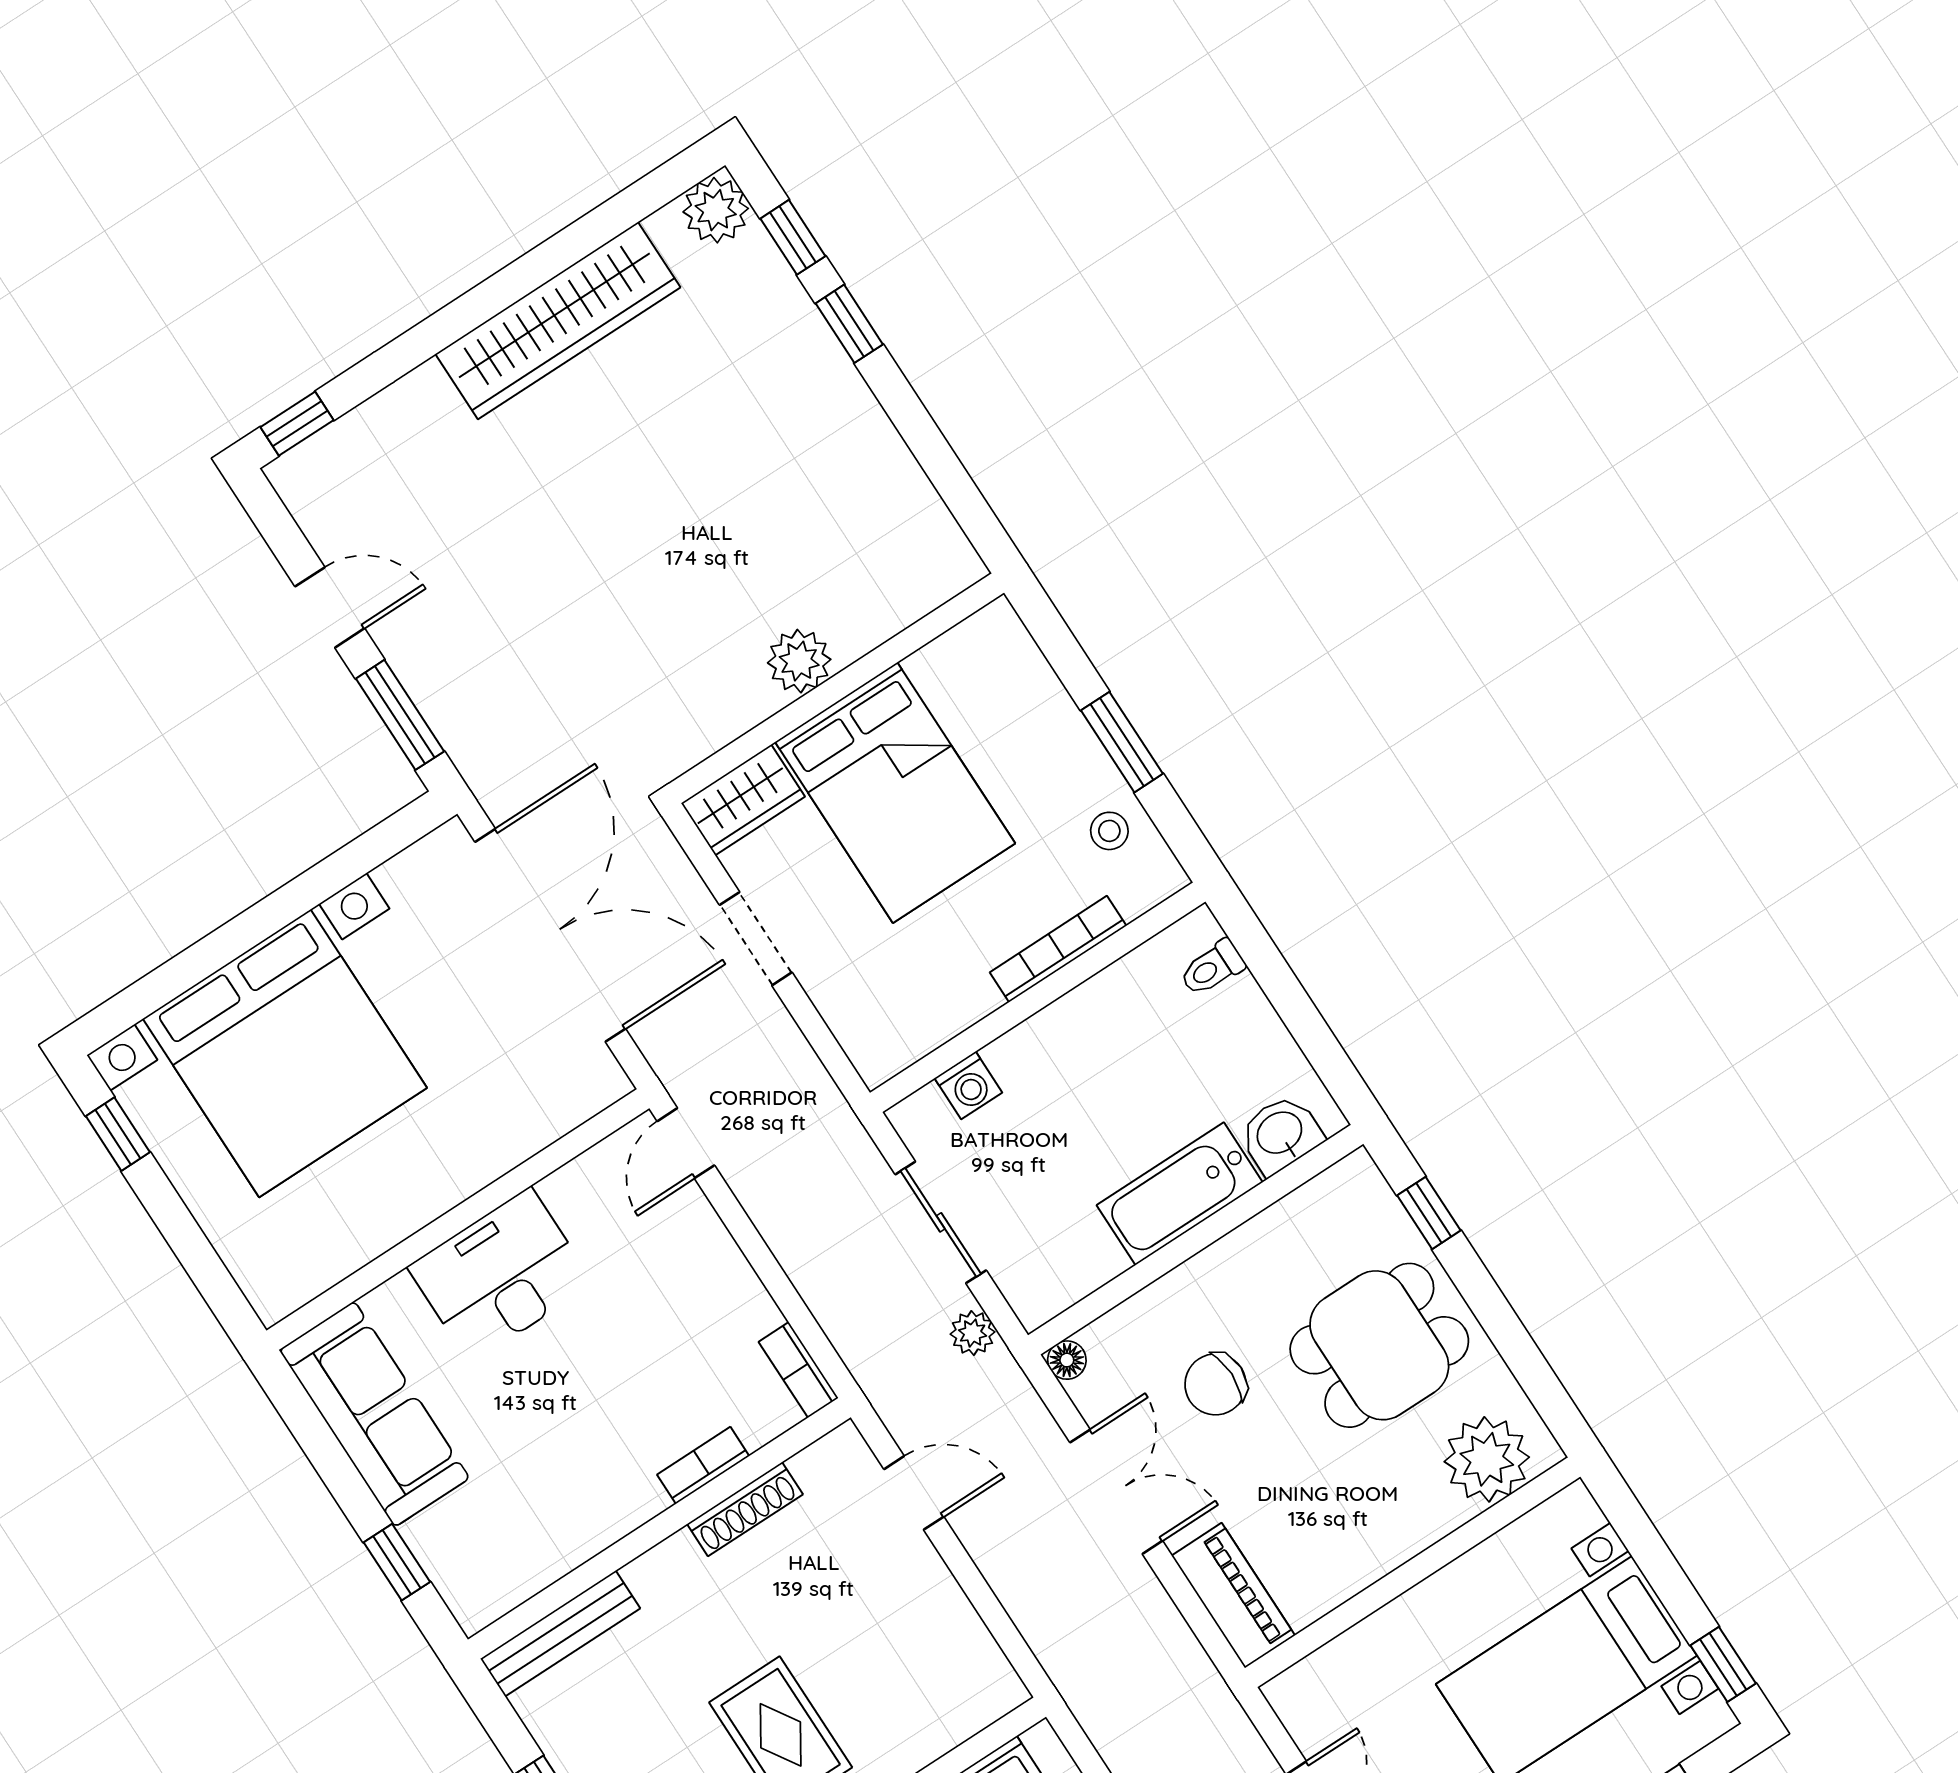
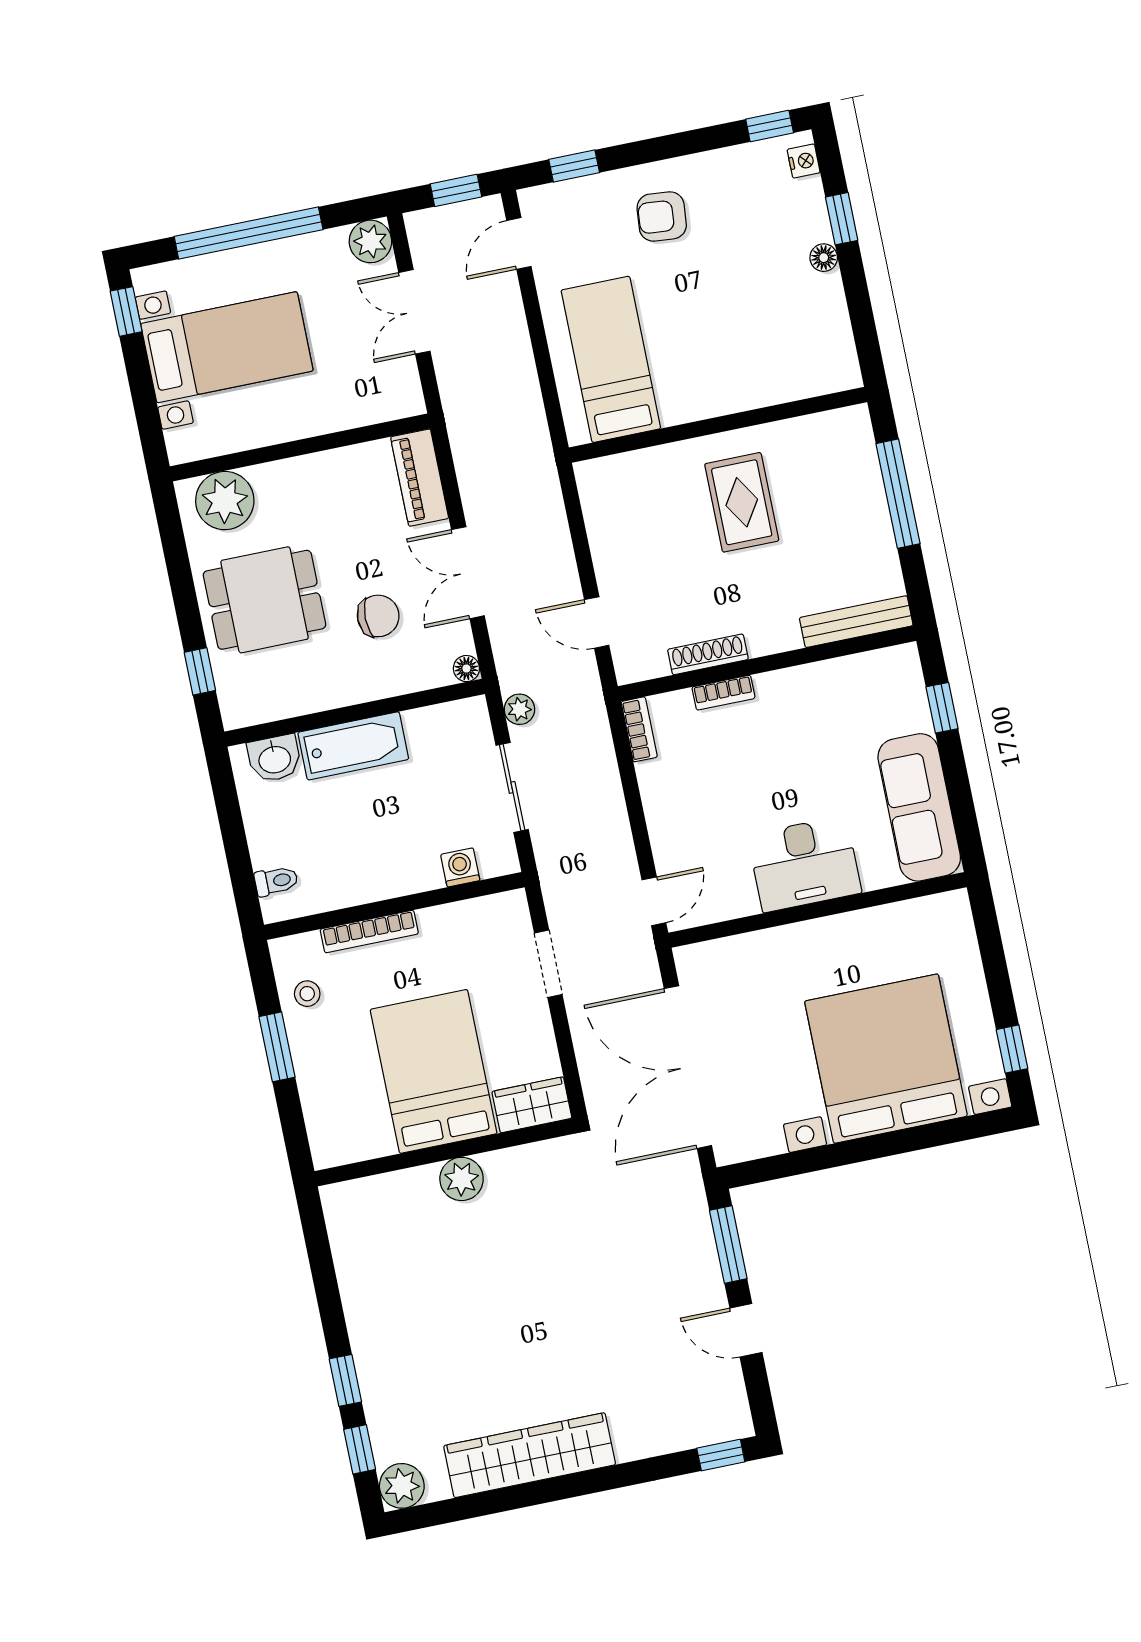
doorway: (756, 939) -> (548, 964), moved

